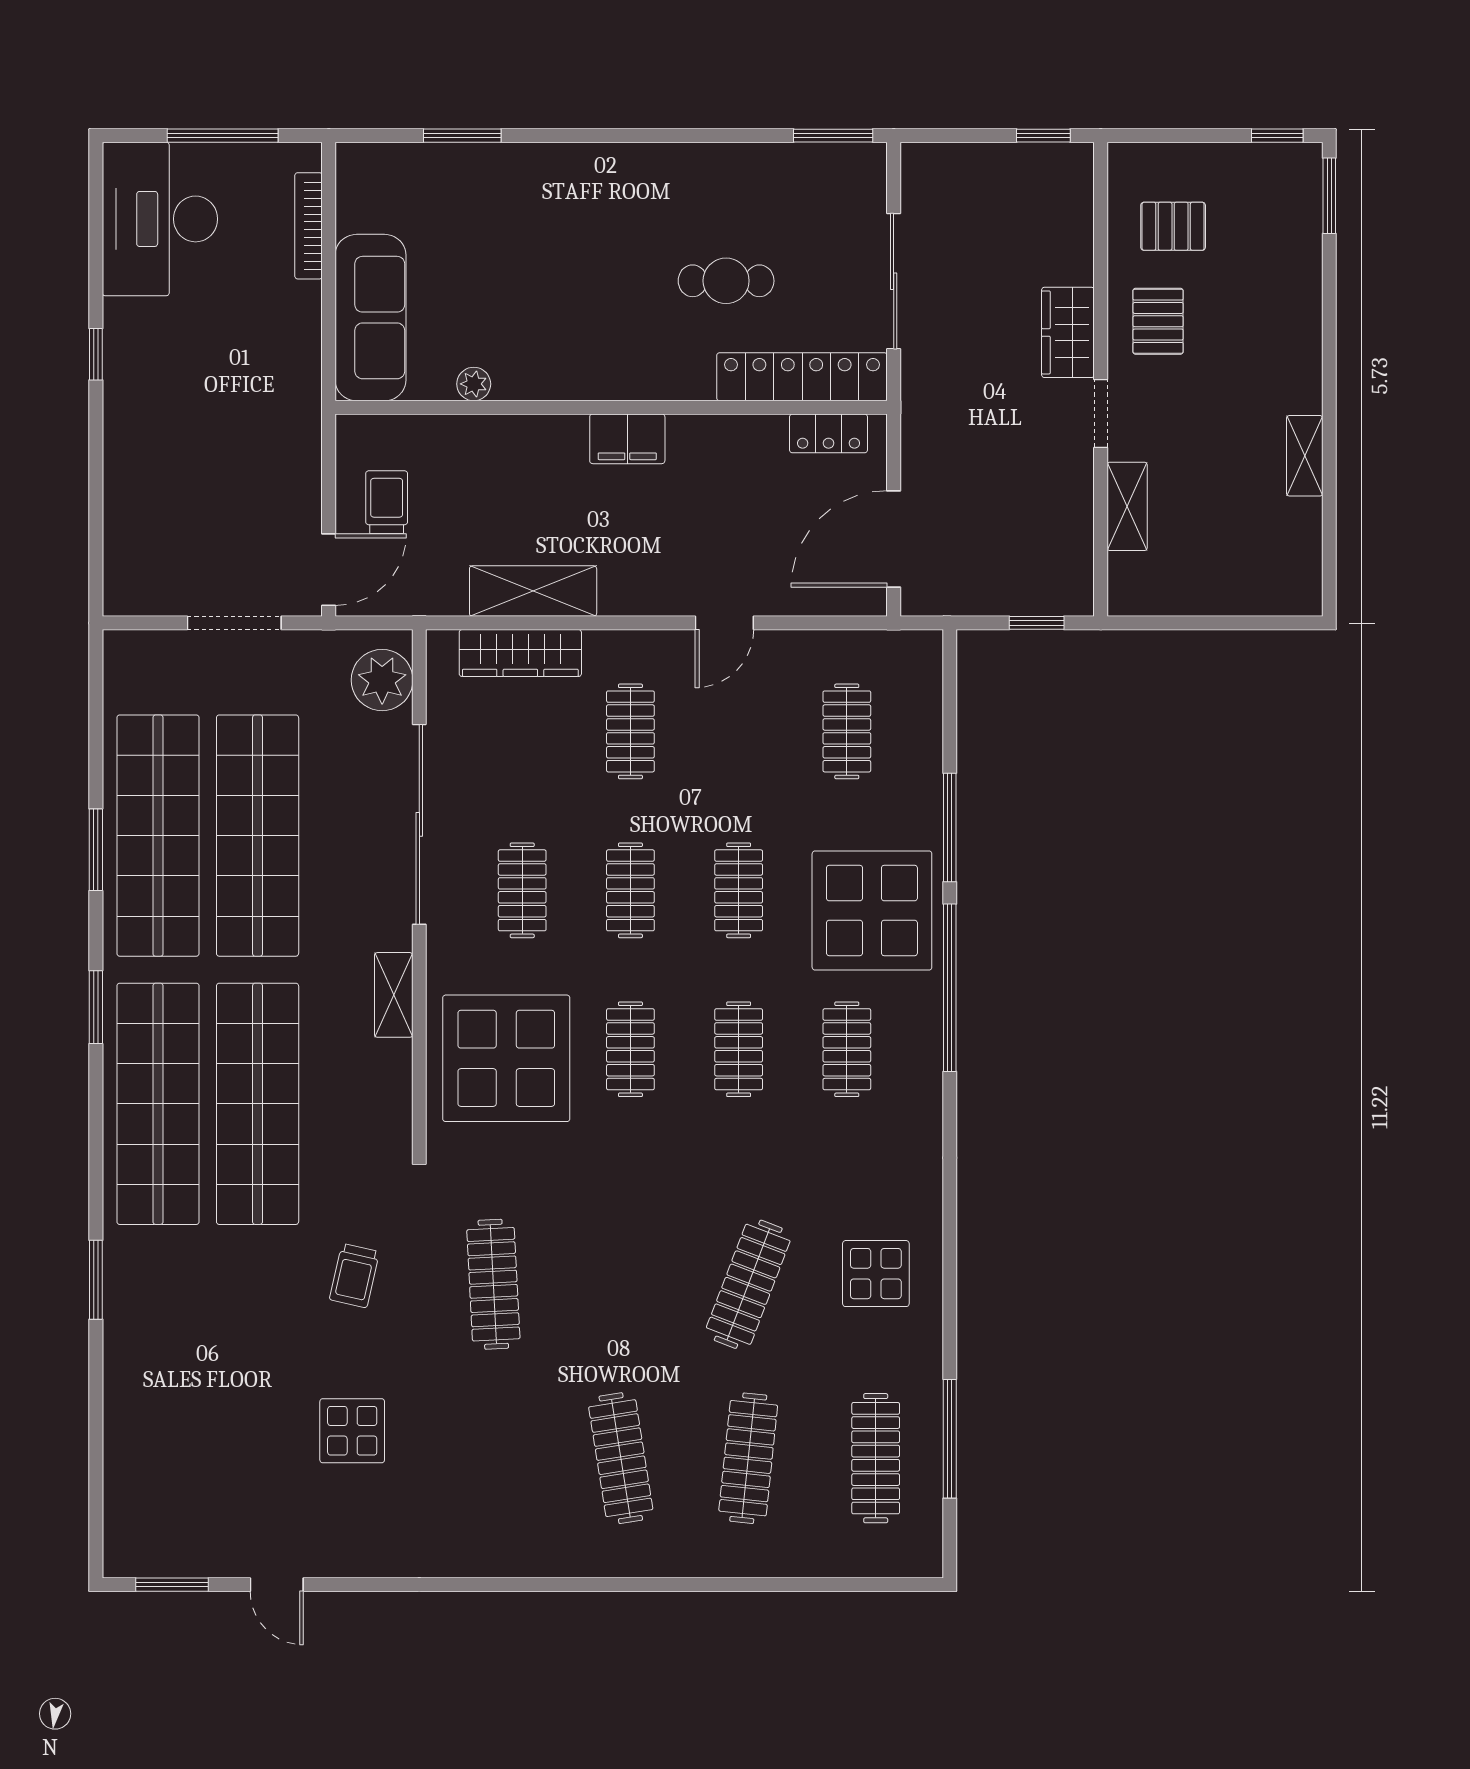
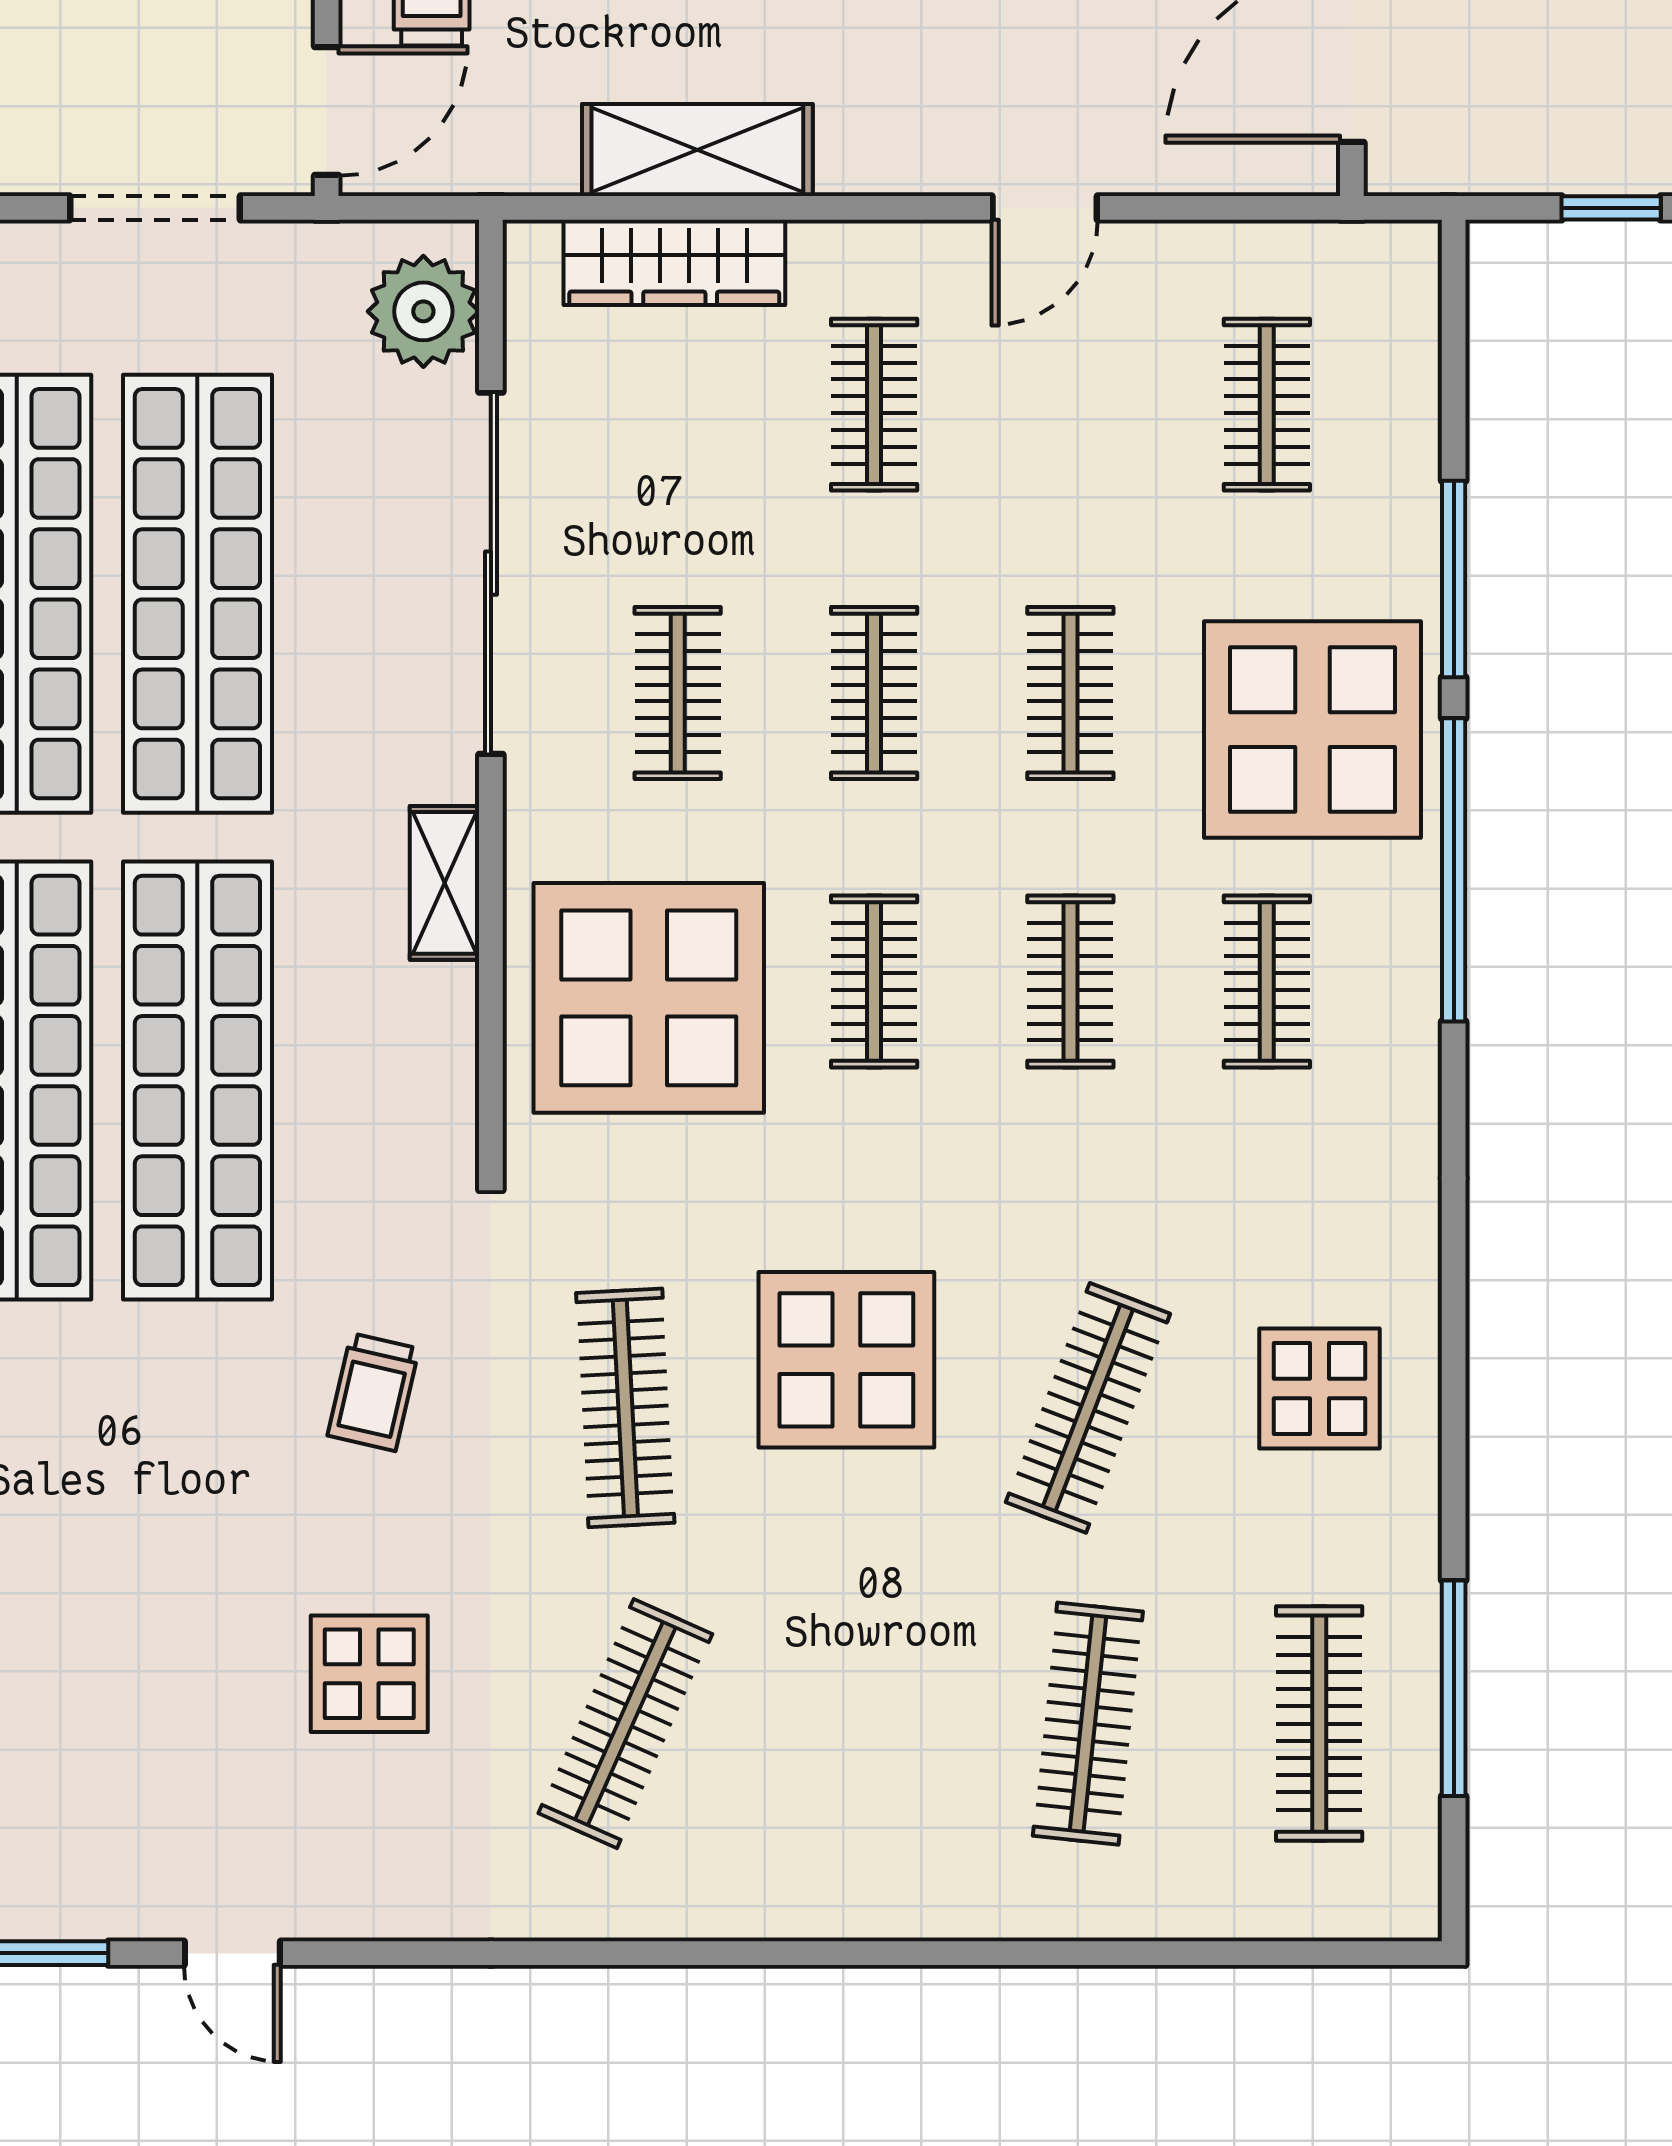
display table: (615, 1258) -> (846, 1360), added
clothes rail: (621, 1458) -> (625, 1724), moved, turned 33

